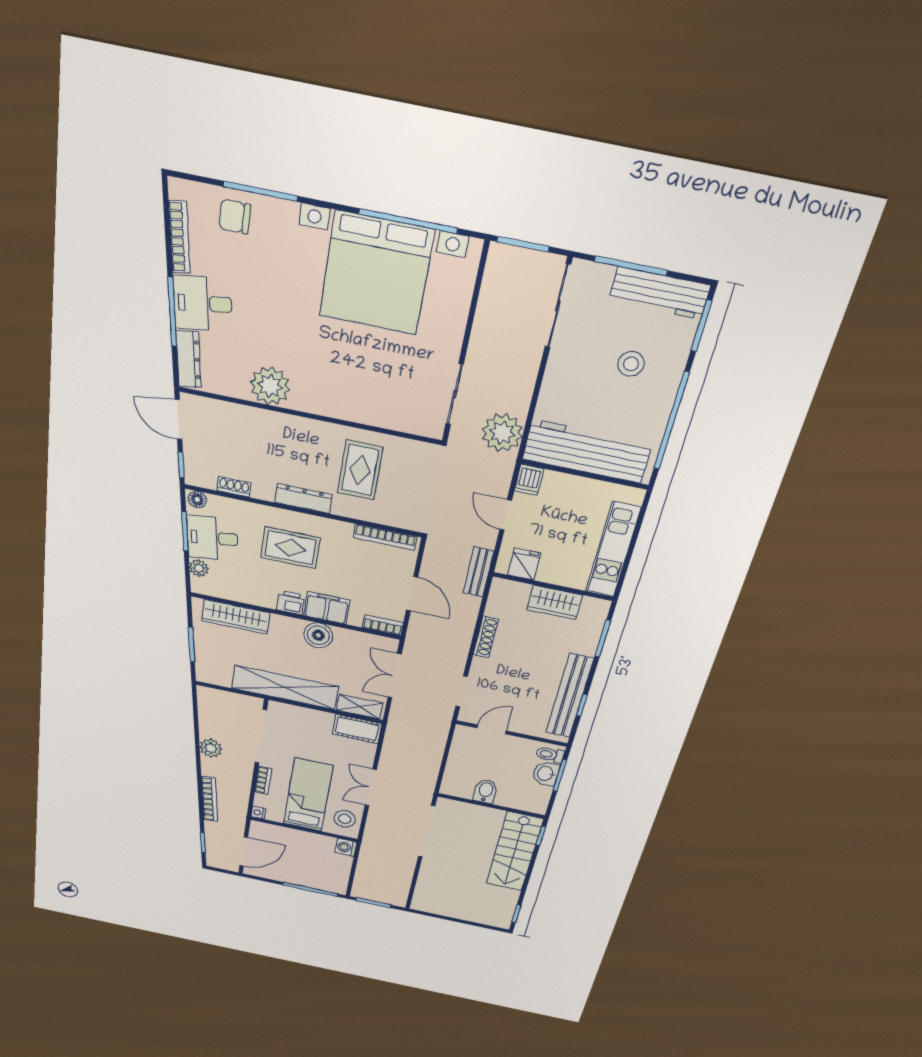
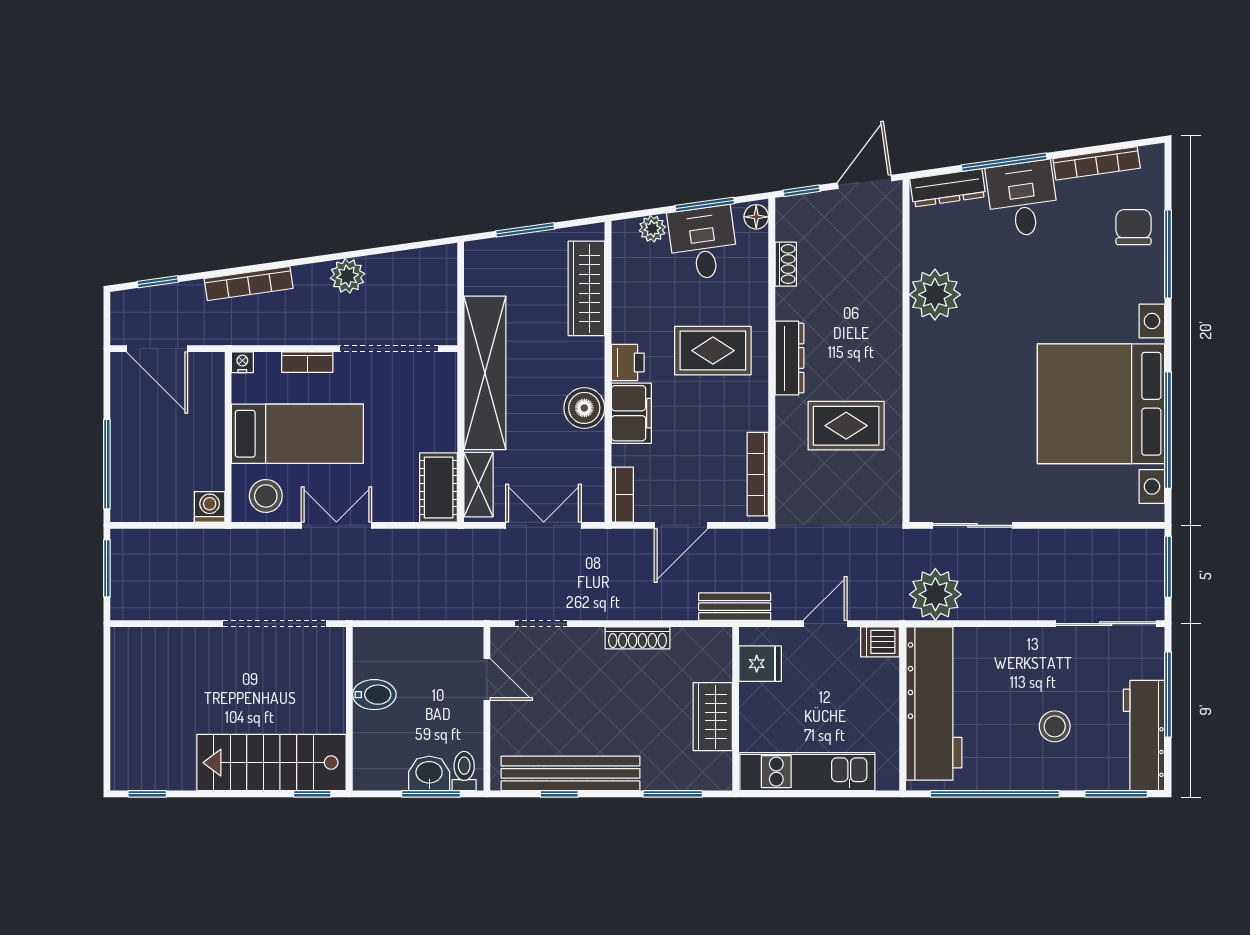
rug: (290, 548) -> (713, 351), turned 90

